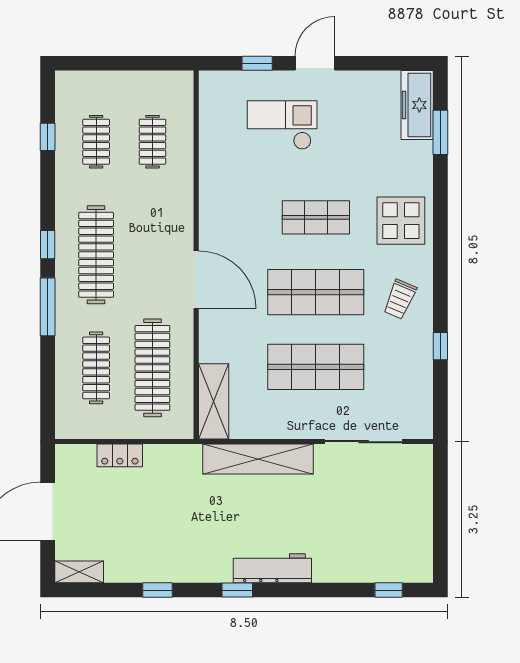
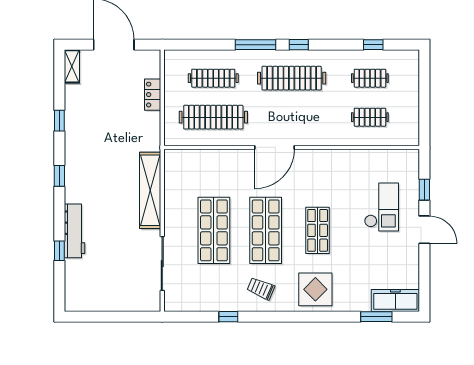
shelving: (214, 401) -> (190, 160), removed
workbench: (272, 568) -> (75, 231), moved
window: (389, 590) -> (59, 251), moved

